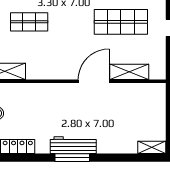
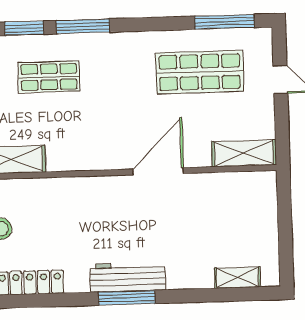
shelving: (129, 72) -> (244, 153), moved
shelving: (152, 147) -> (237, 278), moved

